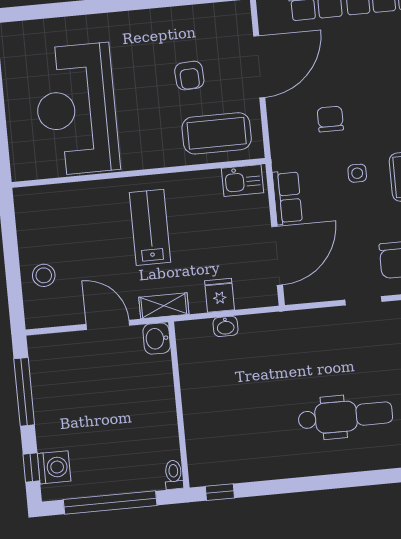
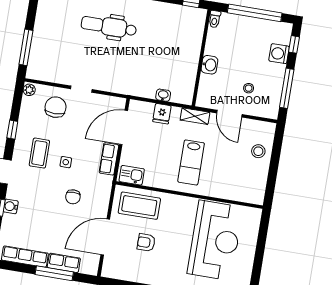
armchair: (189, 76) -> (146, 242), turned -87
washbasin: (157, 339) -> (209, 65), moved
stool: (87, 375) -> (249, 88), added
washing machine: (54, 467) -> (279, 54), moved

